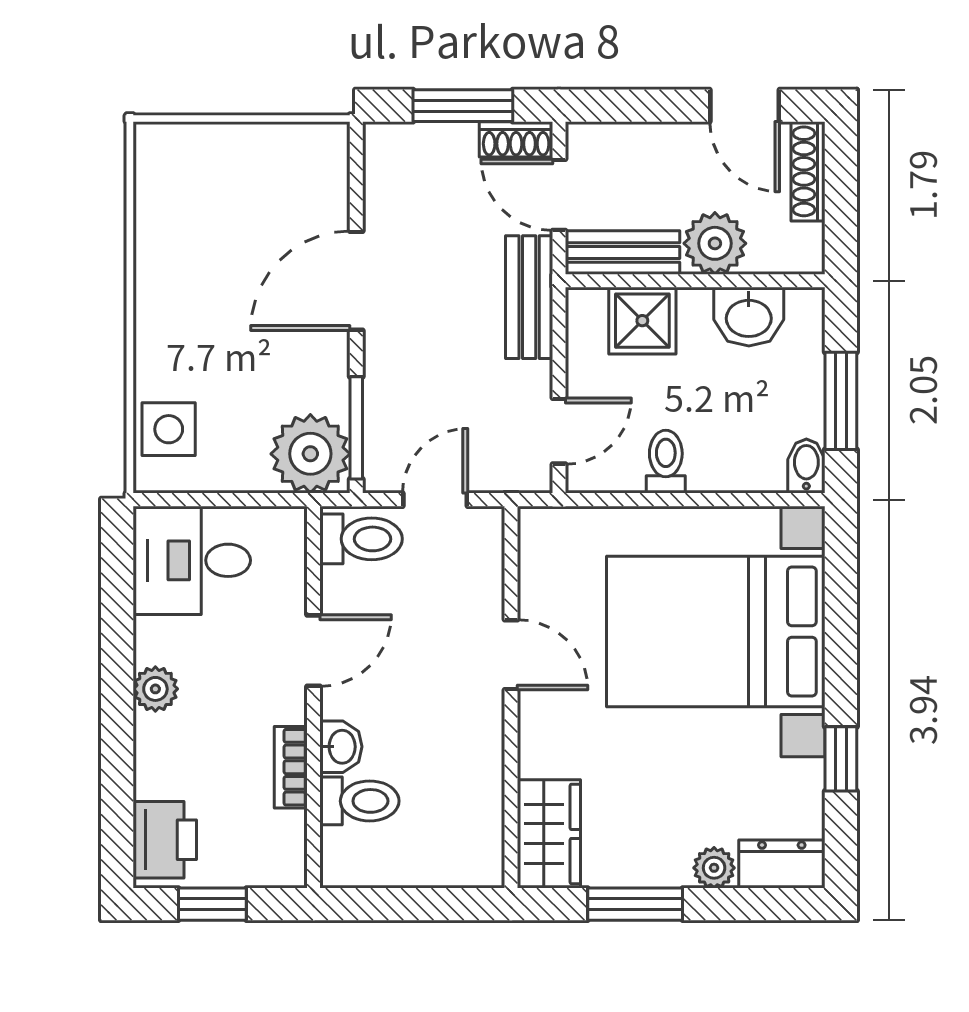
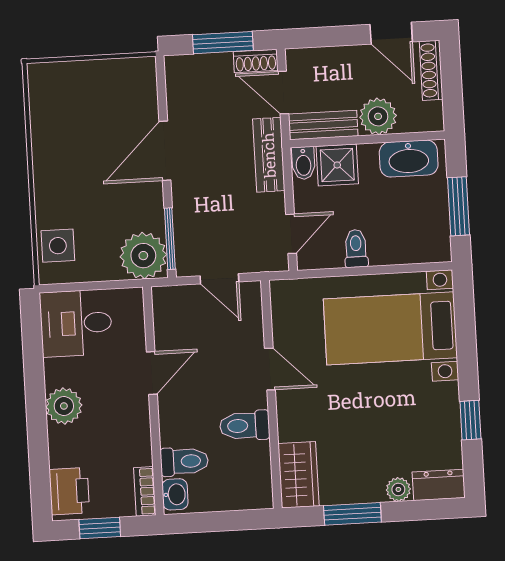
washbasin: (749, 317) -> (409, 159), width x1.38
bidet: (806, 466) -> (303, 163), moved, turned 180
door: (435, 500) -> (219, 279), swing flipped
toilet: (361, 539) -> (245, 426), moved, turned 180
bed with nightstands: (716, 631) -> (390, 328), width x0.73
plant: (155, 689) -> (64, 406), width x1.38, depth x1.38
washbasin: (341, 747) -> (175, 494), moved
bookcase: (291, 767) -> (145, 491), moved

